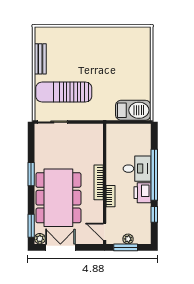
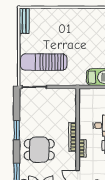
bench: (40, 59) -> (24, 21), moved
dining table: (58, 198) -> (39, 150), width x0.53, depth x0.80

